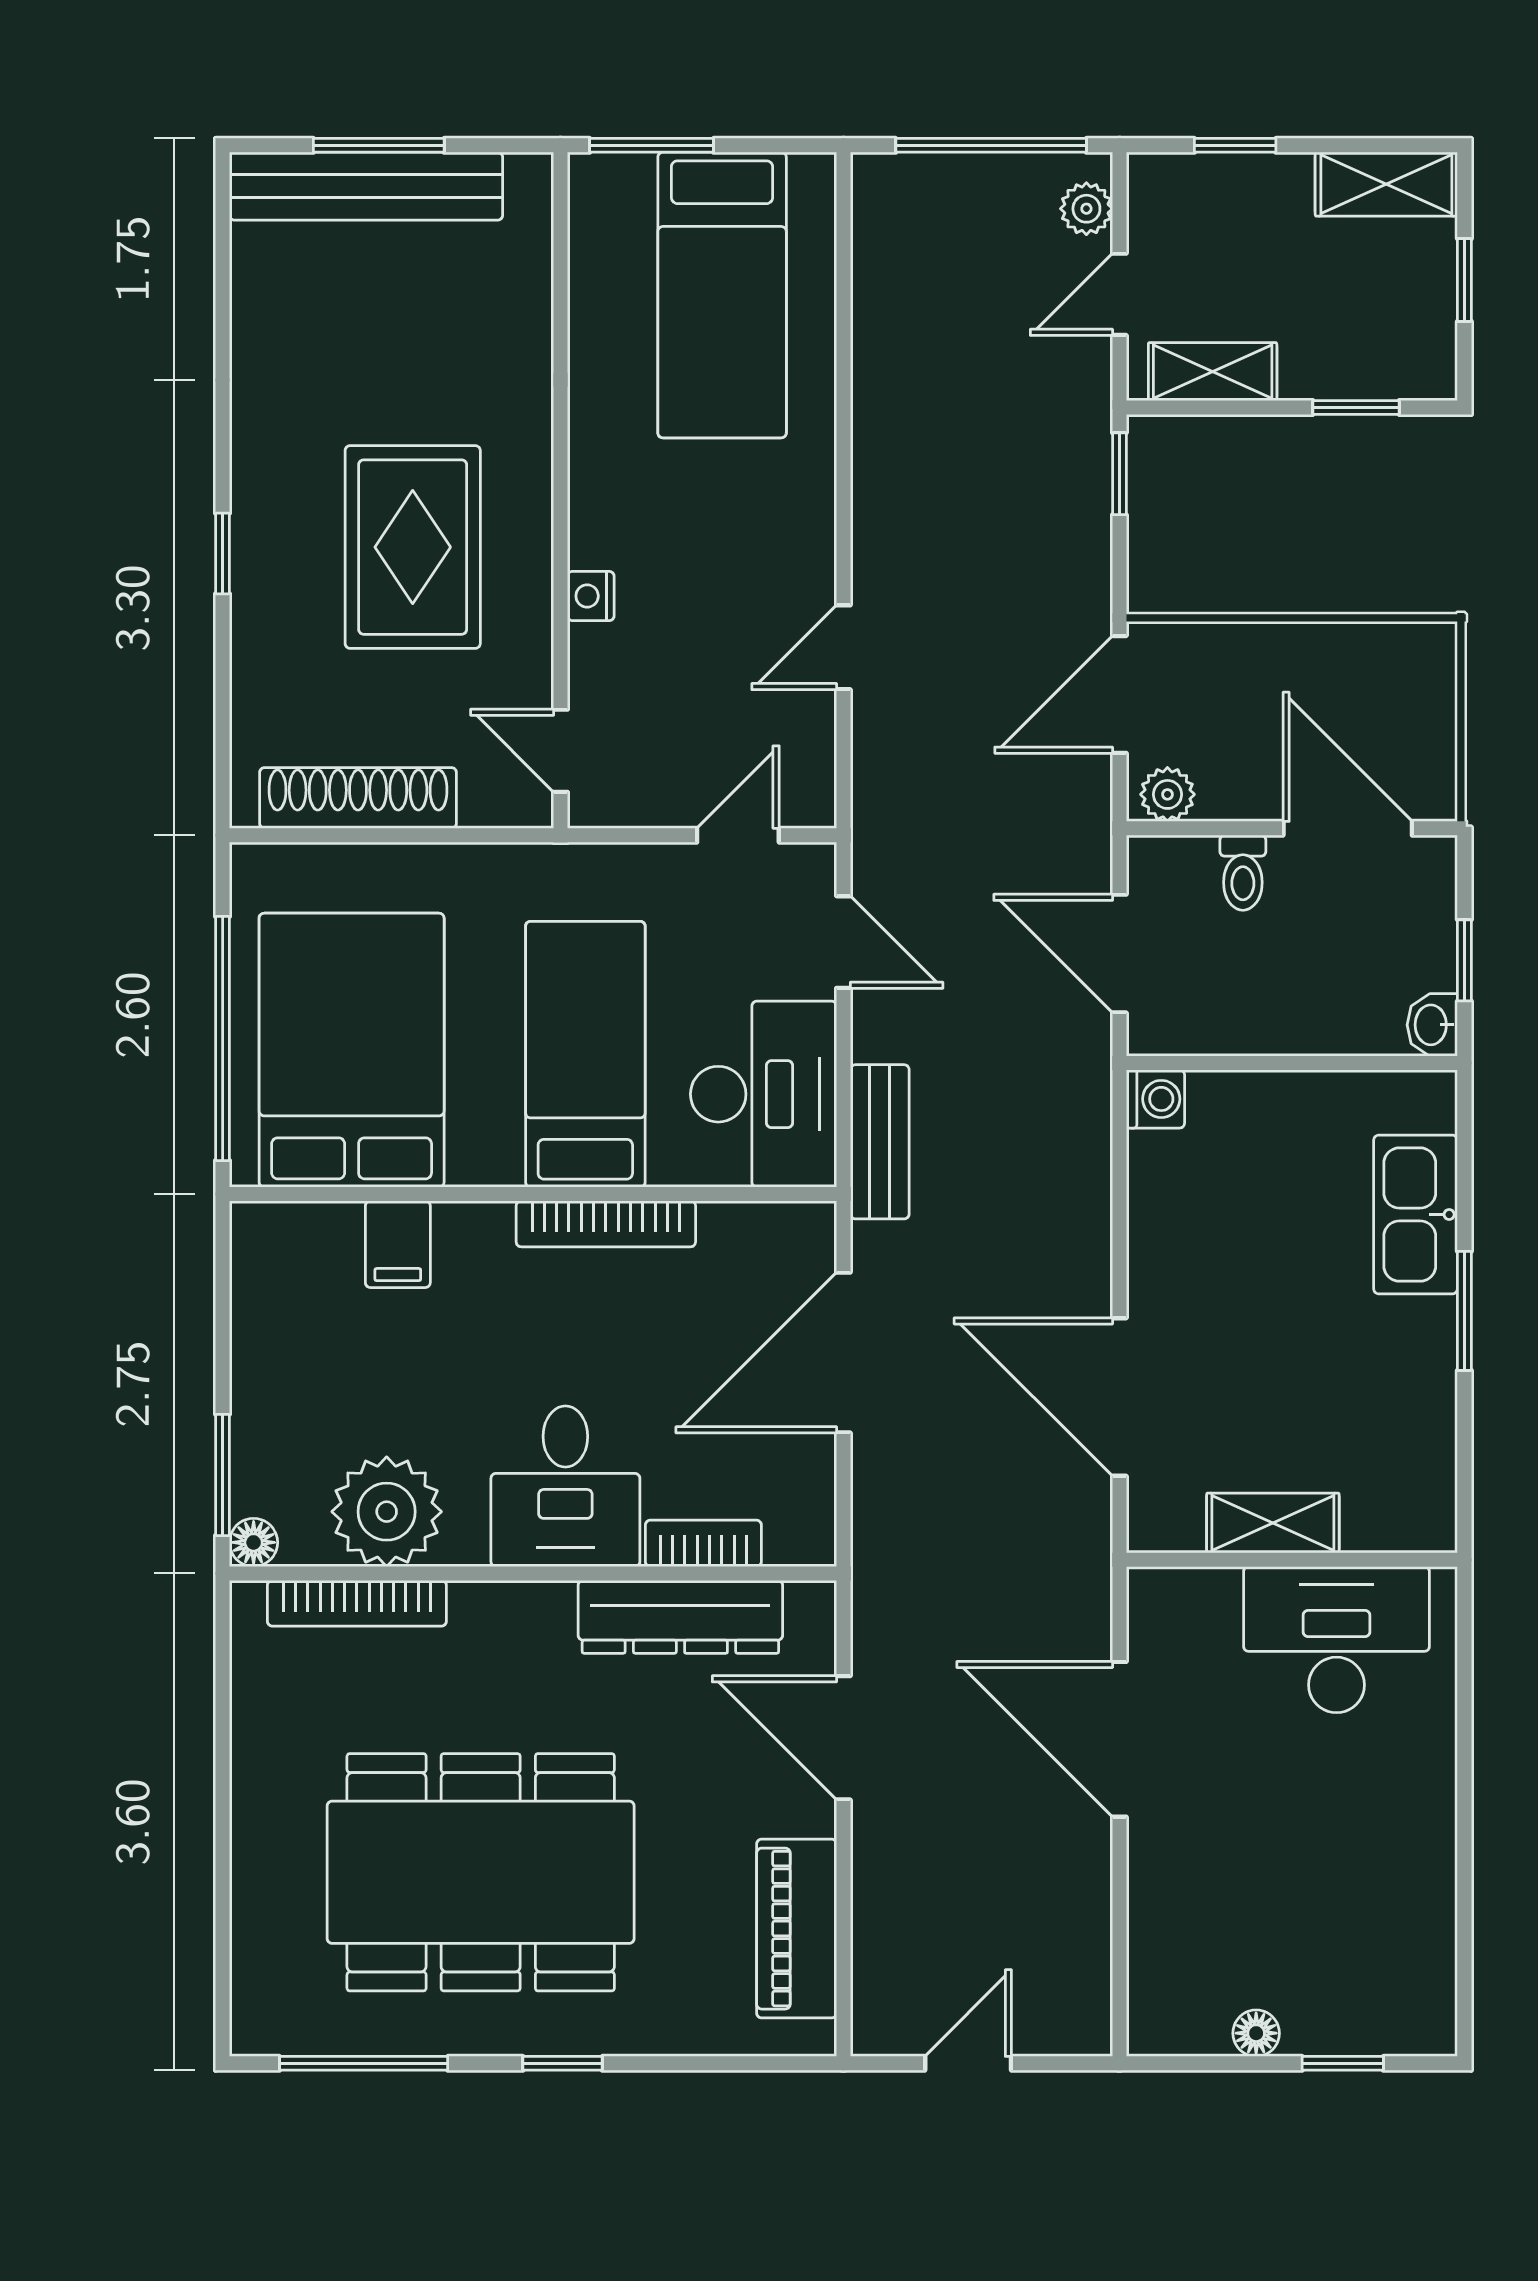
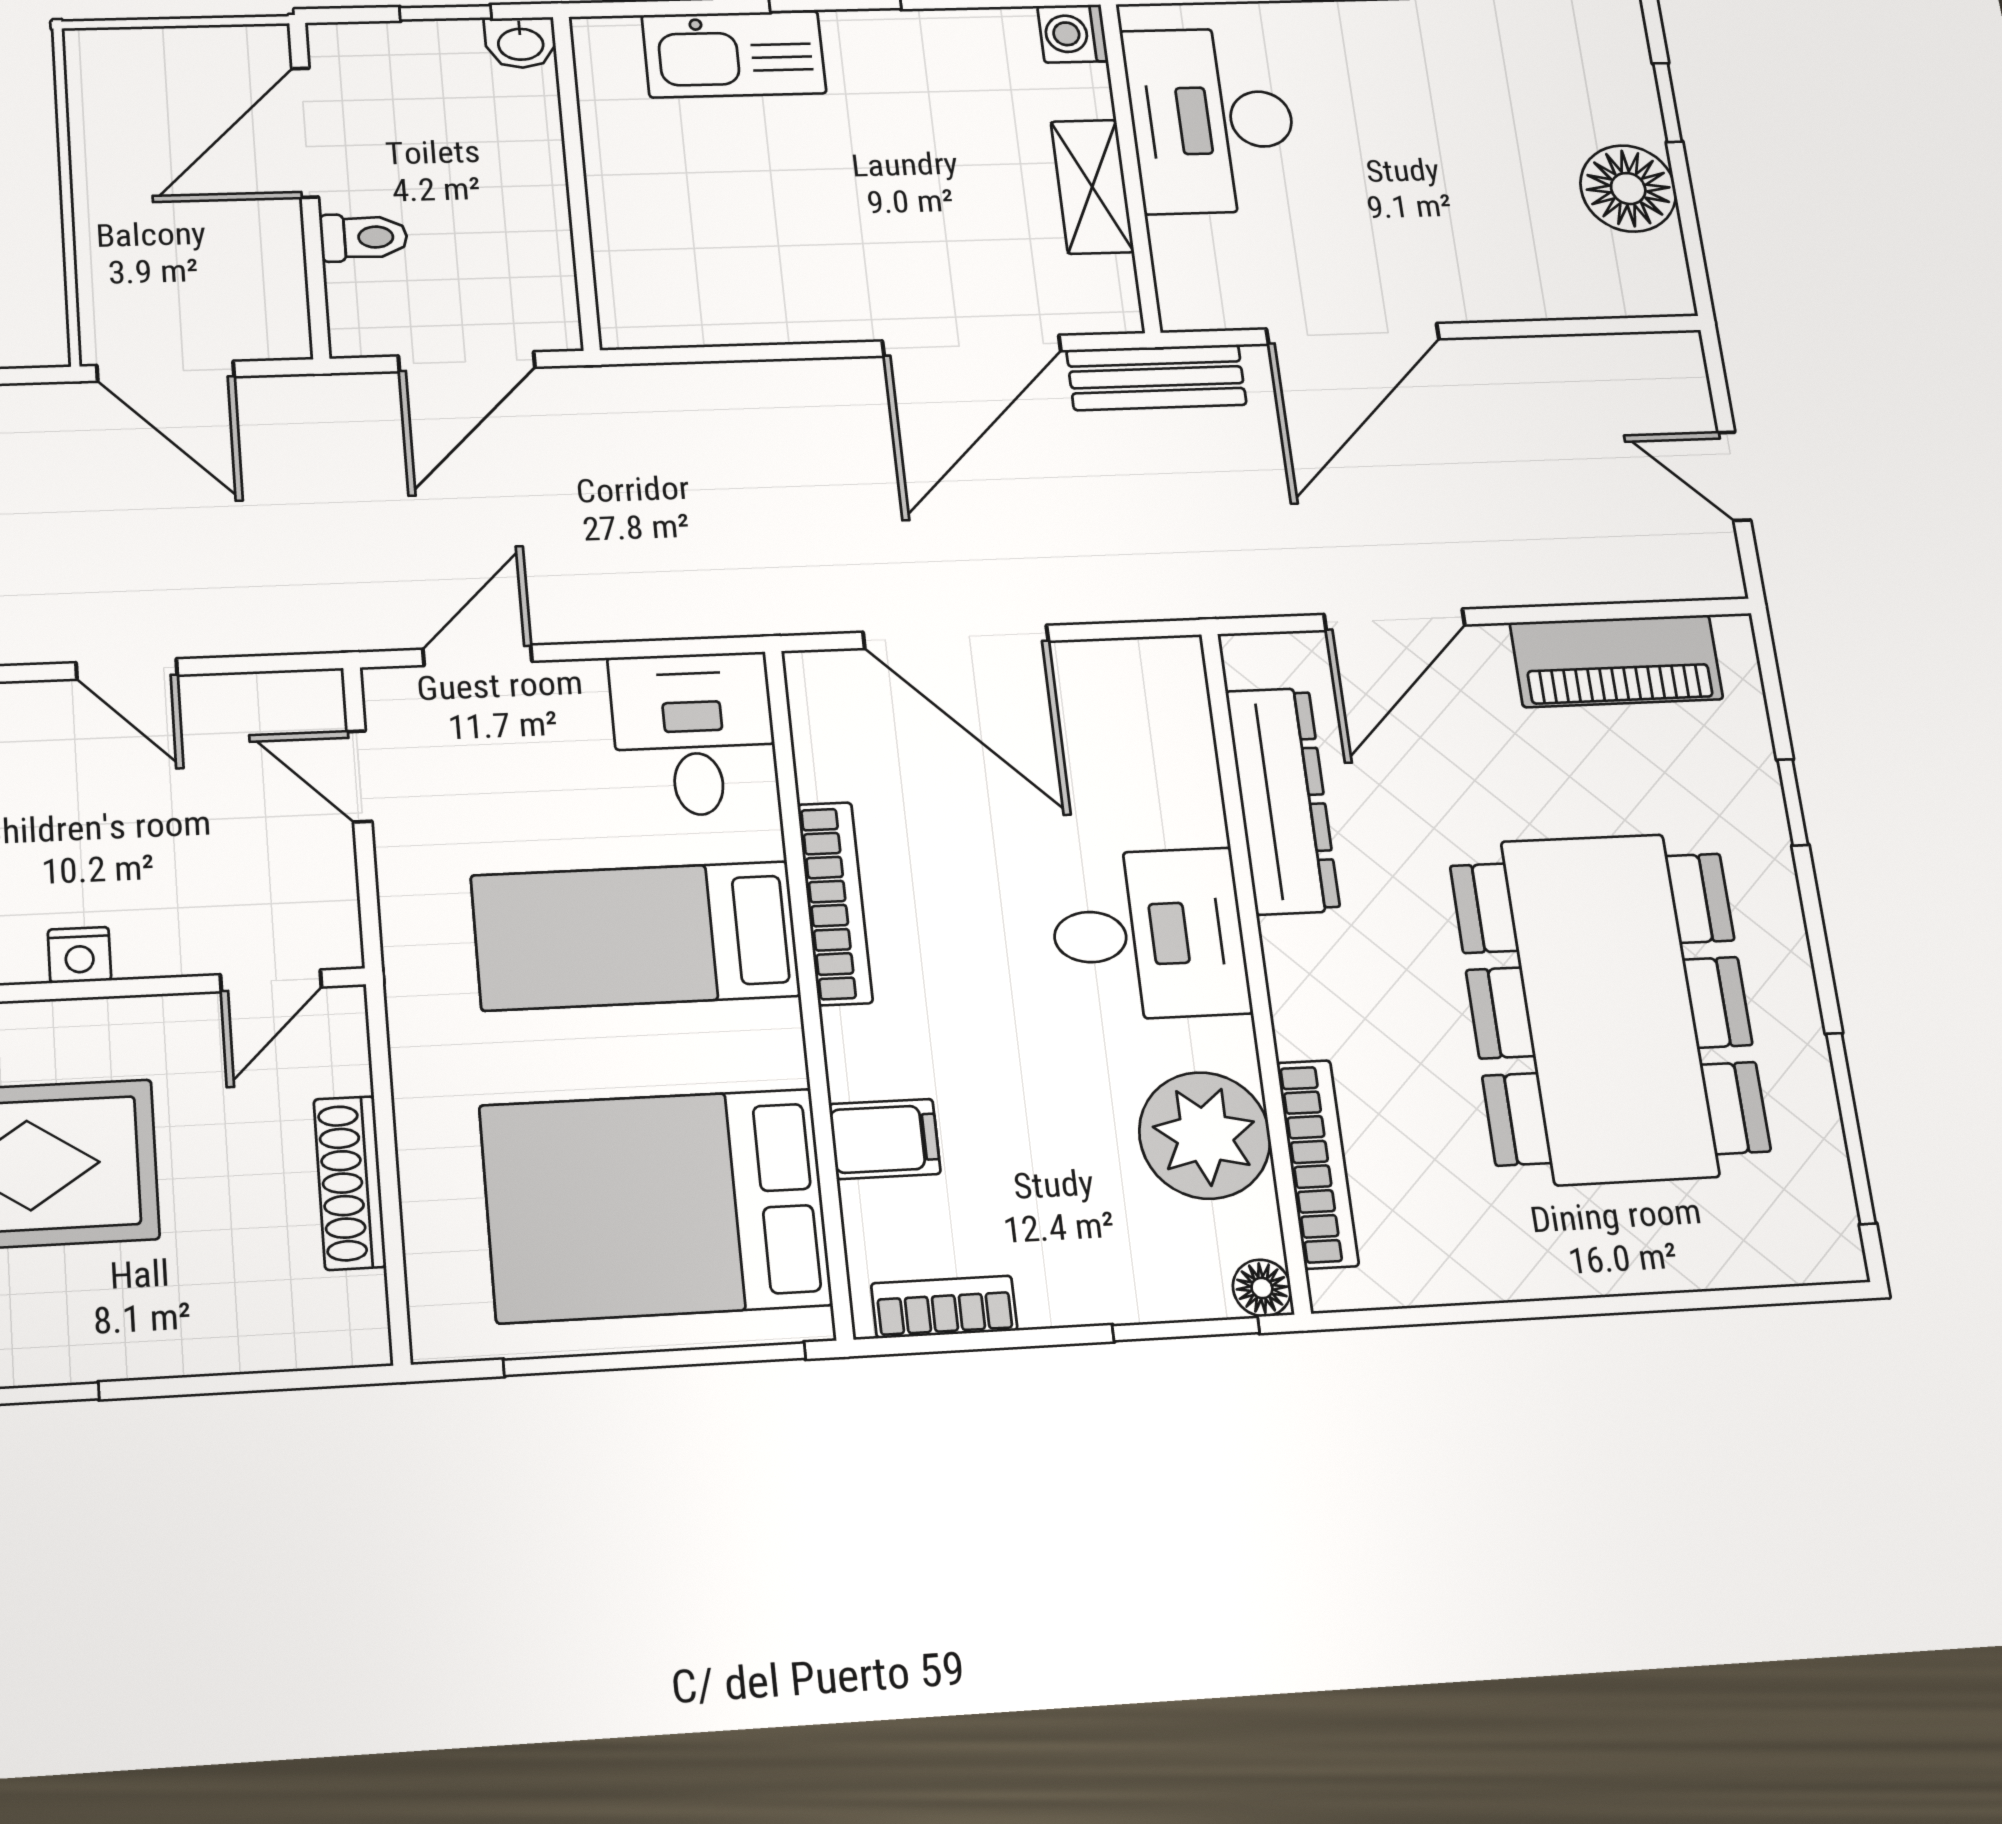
plant: (1167, 794) -> (279, 318), removed
shoe rack: (358, 798) -> (350, 1183), width x0.74, depth x0.81
desk: (764, 1094) -> (694, 734), width x0.73
washing machine: (1155, 1099) -> (1073, 34), moved, turned -90
bench: (880, 1142) -> (1156, 377), moved
bookcase: (703, 1543) -> (944, 1307), moved, turned 90
floor lamp: (1256, 2033) -> (1628, 189), width x1.89, depth x1.89
window: (563, 2063) -> (1793, 802), moved

